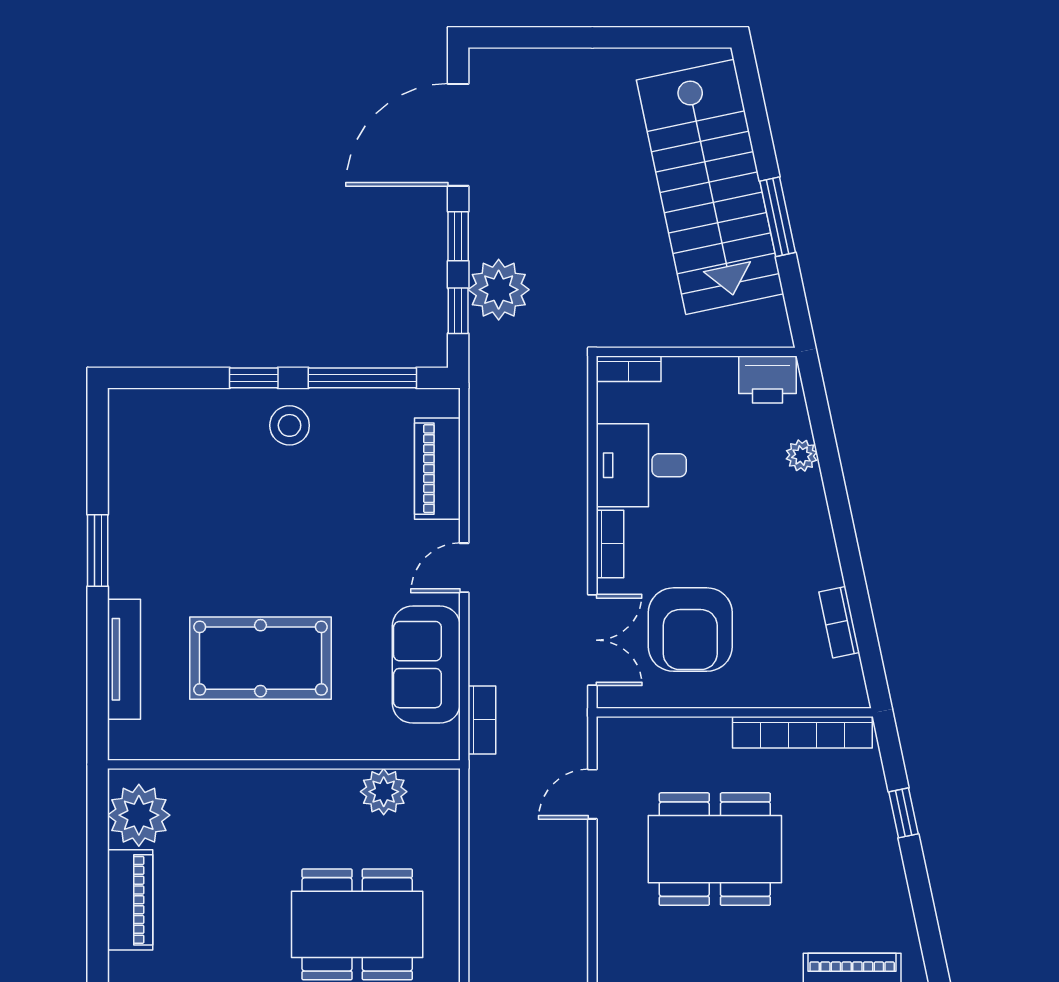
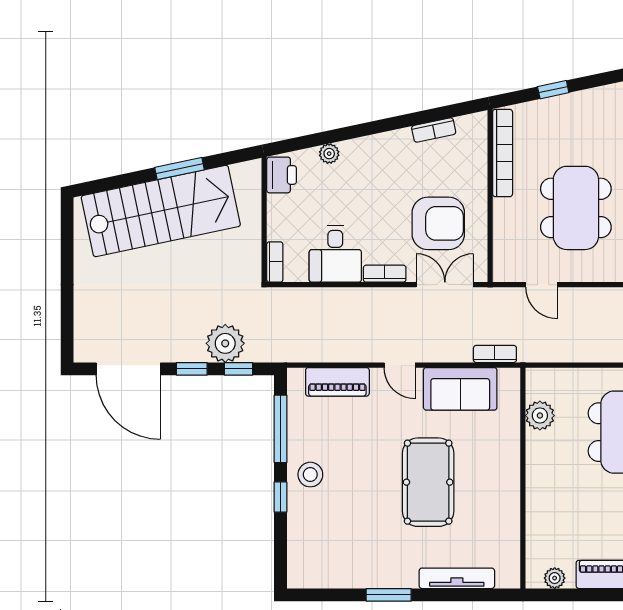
pool table: (261, 658) -> (428, 482), moved
plant: (139, 815) -> (555, 578), width x0.53, depth x0.53

